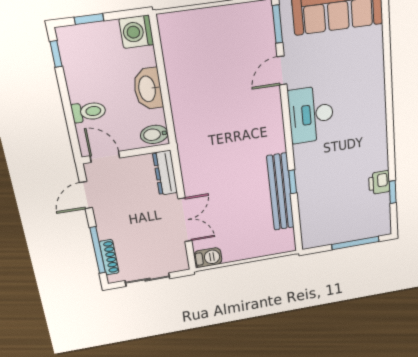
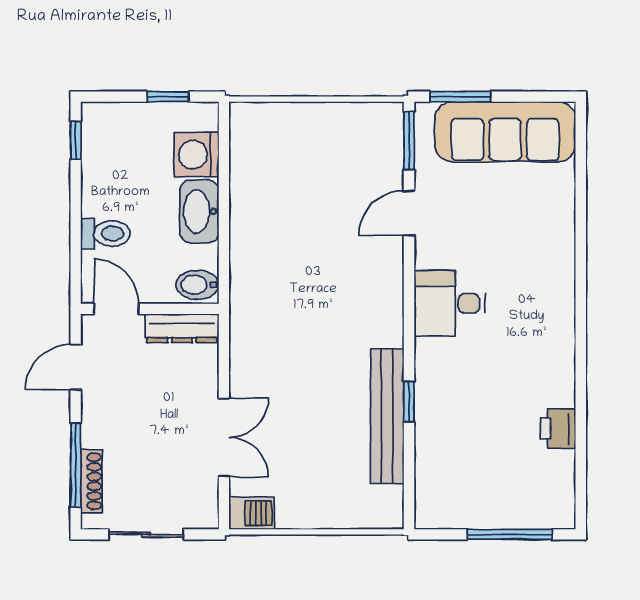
window: (89, 19) -> (168, 97), moved
washing machine: (136, 32) -> (197, 155), moved
desk: (311, 115) -> (450, 303), width x0.73
dresser: (165, 173) -> (182, 328), moved, turned -90
window: (393, 192) -> (581, 450), removed

